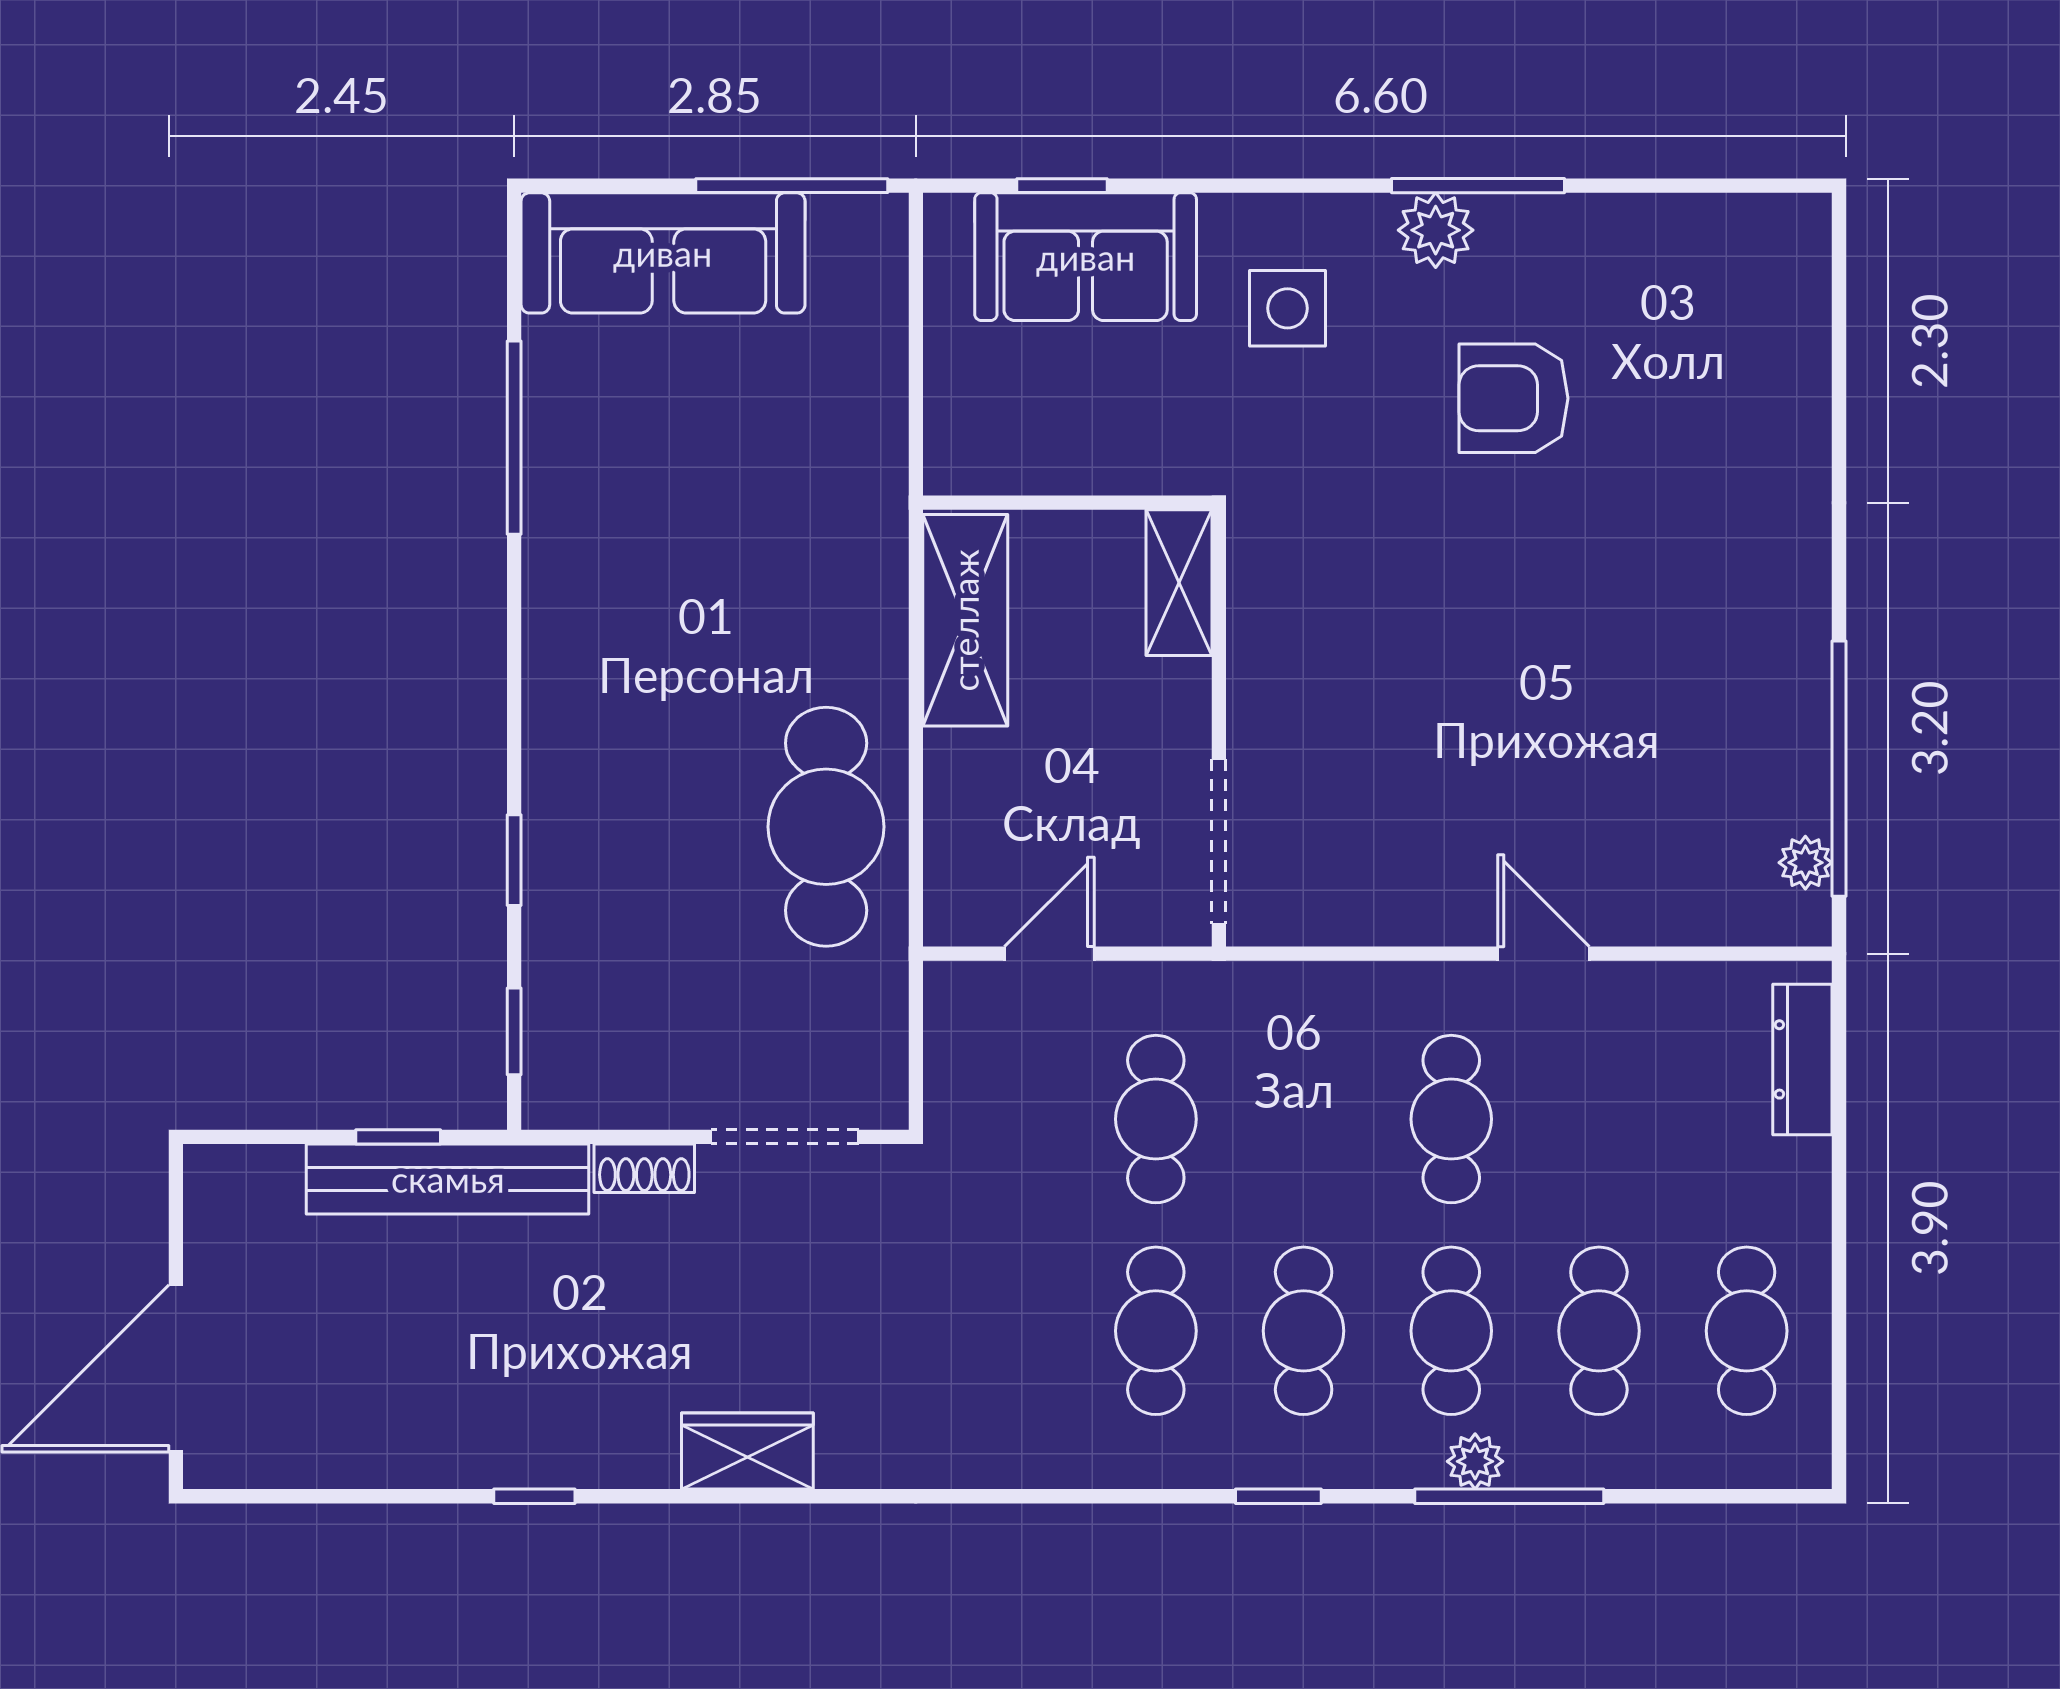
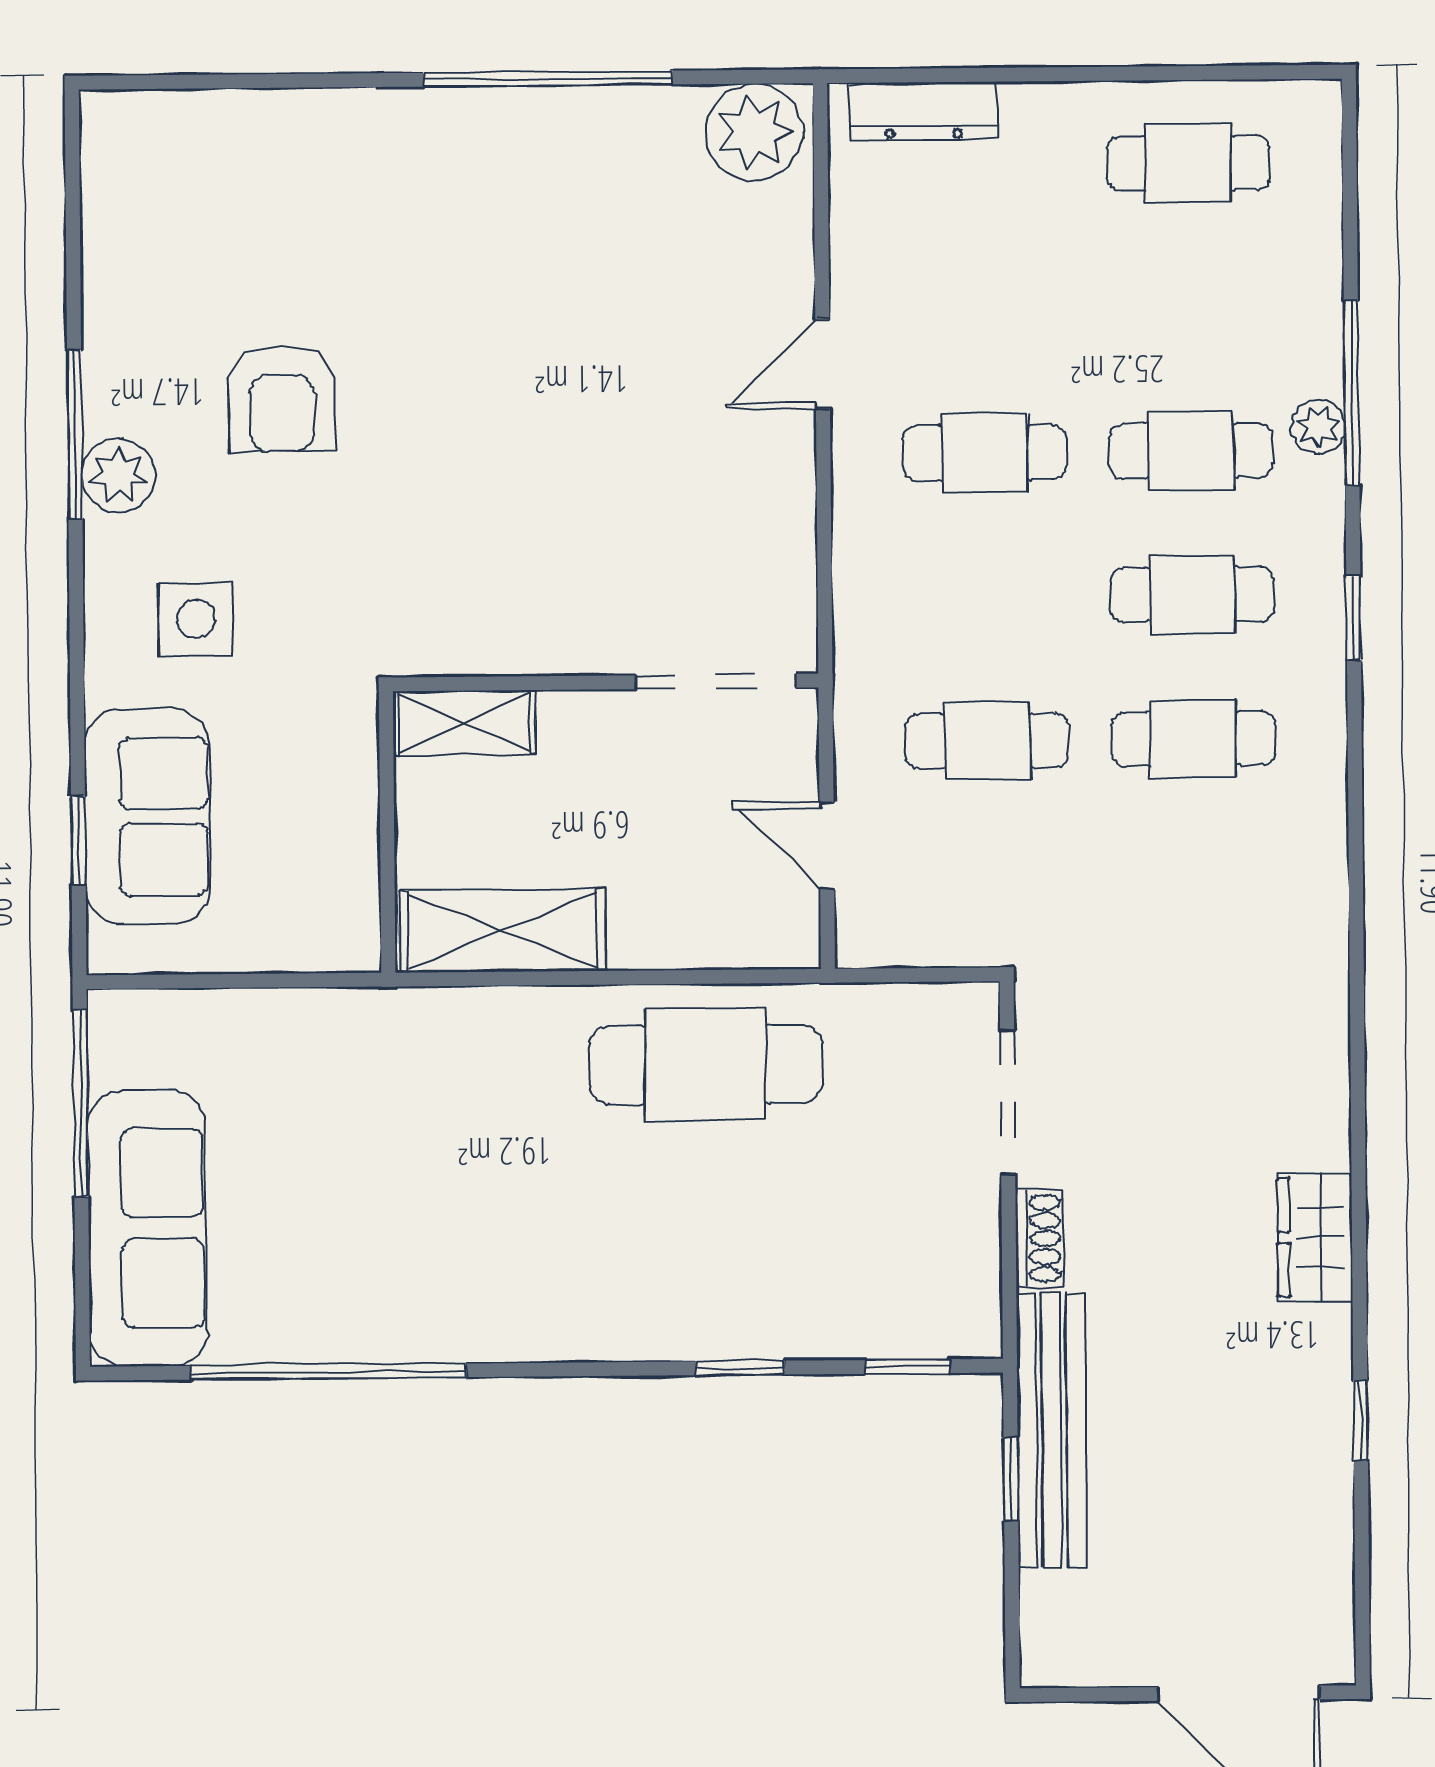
window: (514, 438) -> (329, 1372), width x1.46
window: (1839, 769) -> (548, 79), moved
plant: (1805, 863) -> (754, 132), width x1.87, depth x1.87
cafe table: (1599, 1331) -> (1190, 307), removed
wardrobe: (747, 1451) -> (1315, 1237), moved
window: (534, 1496) -> (1361, 1421), moved

